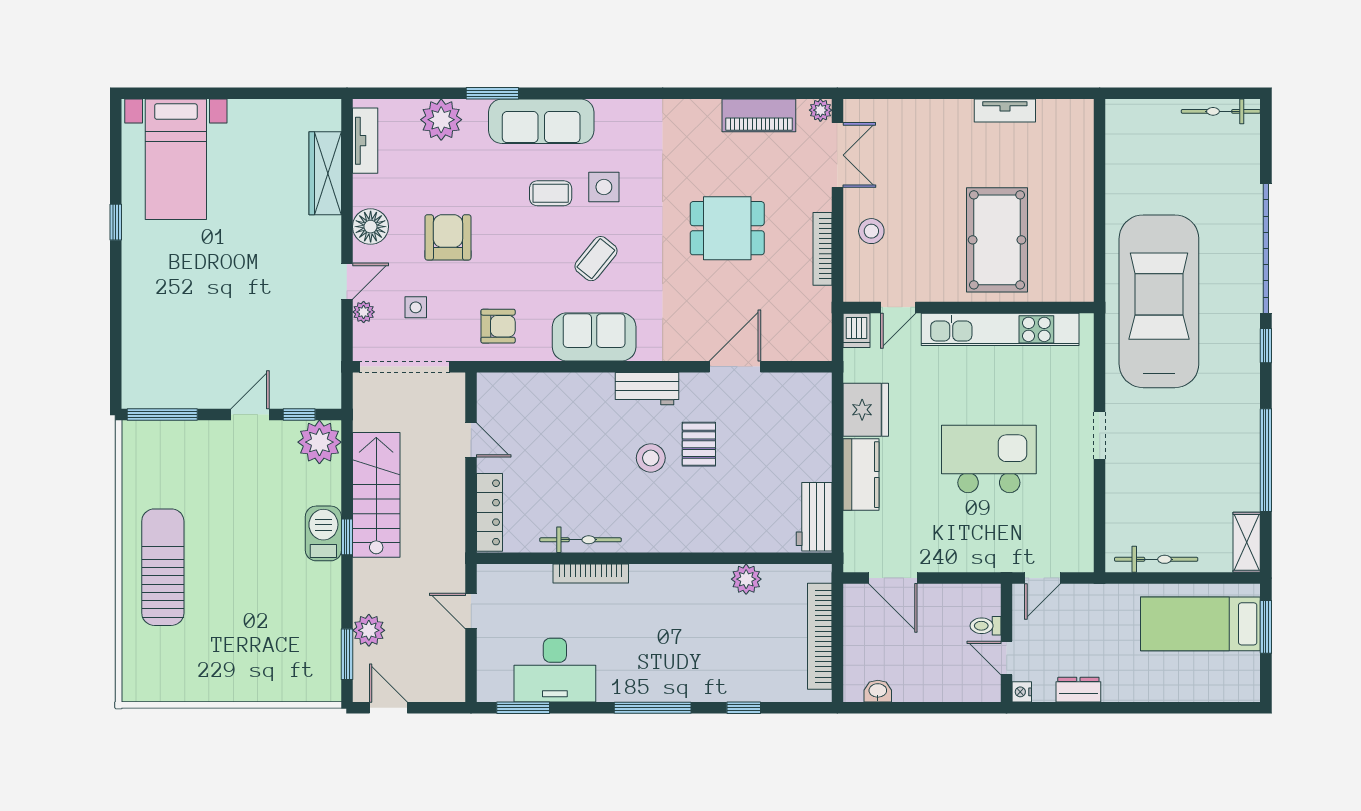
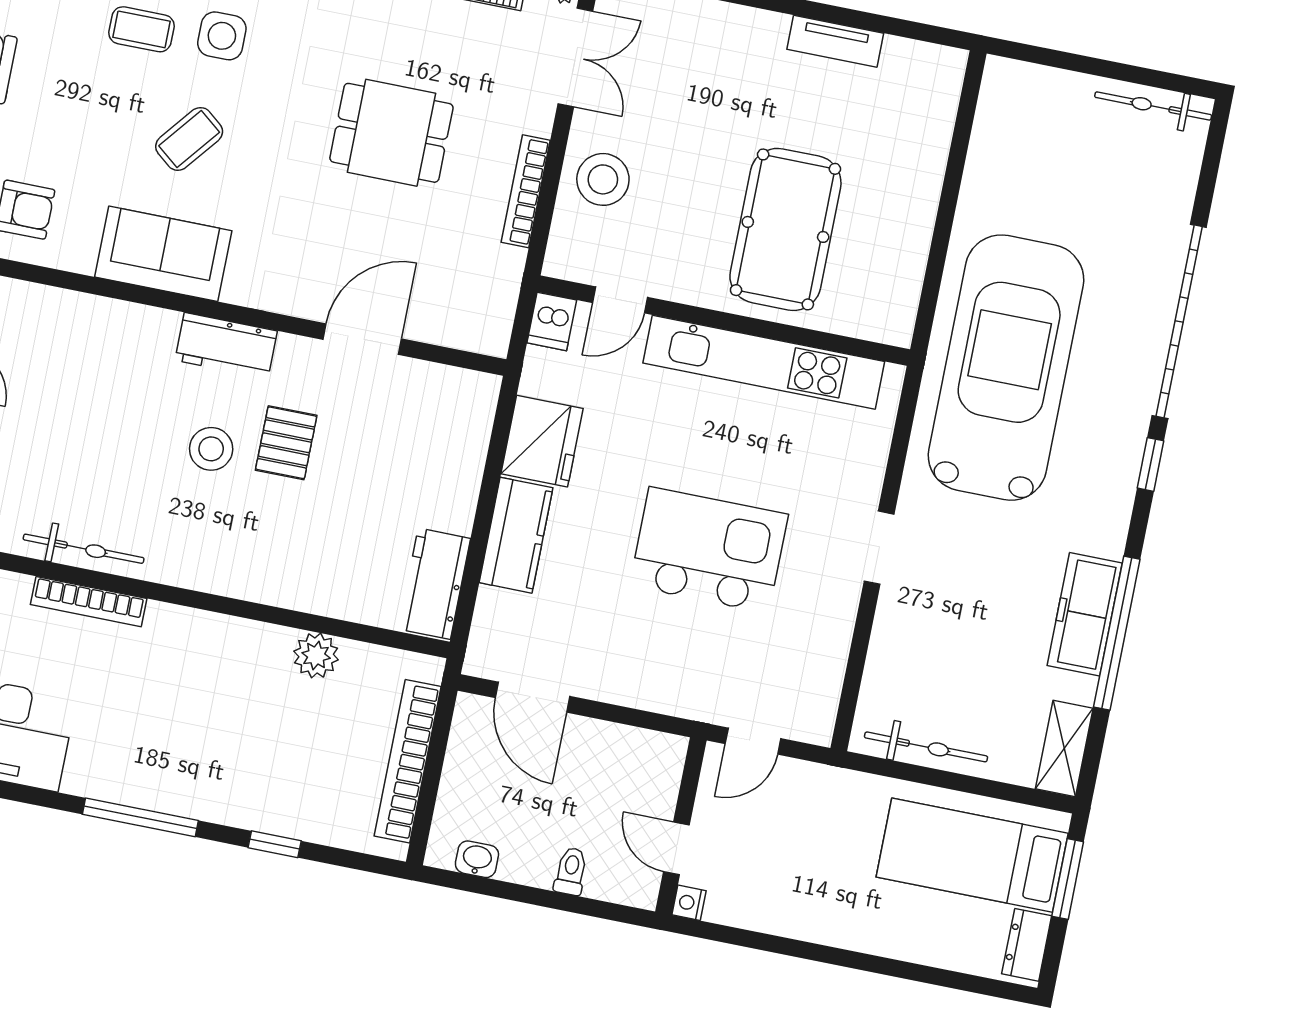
stool: (871, 231) -> (603, 179), width x1.38, depth x1.38
freezer: (1242, 452) -> (1085, 614), added
toilet: (986, 626) -> (571, 871), moved, turned 90
dresser: (1078, 690) -> (1027, 945), moved, turned -90

